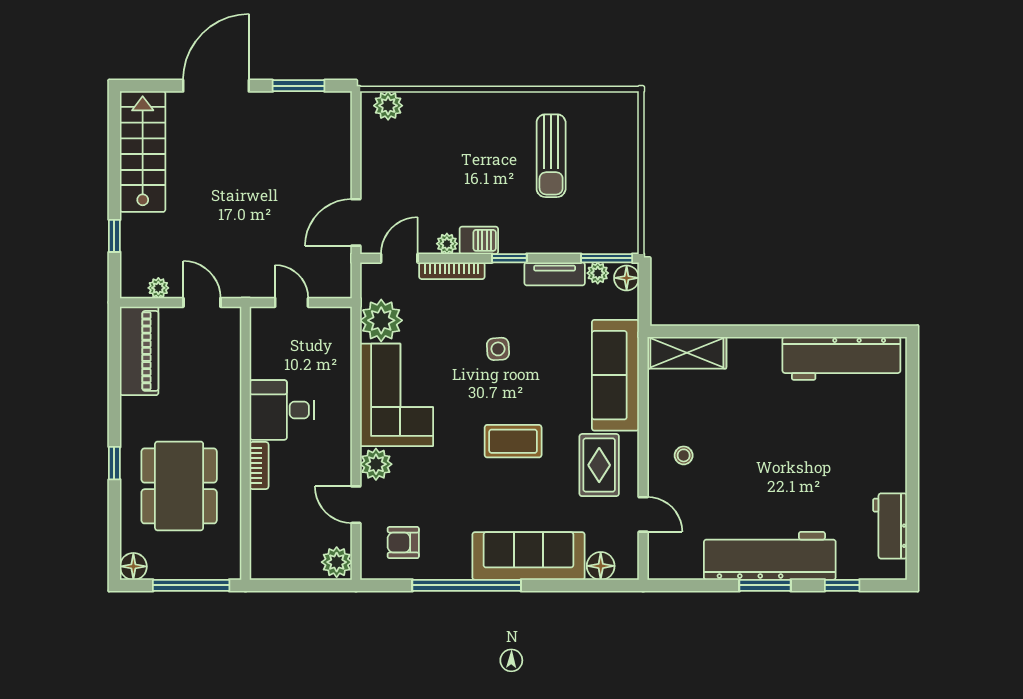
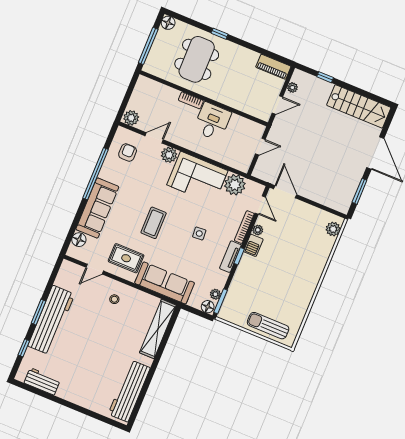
sun lounger: (551, 156) -> (268, 326), moved
tv unit: (555, 274) -> (230, 257), moved
piano: (139, 351) -> (273, 67), width x0.73, depth x0.75
shelving: (687, 353) -> (158, 329), width x1.47
dining table: (179, 486) -> (197, 59), turned 90

